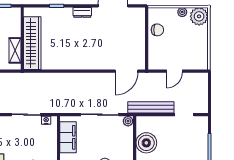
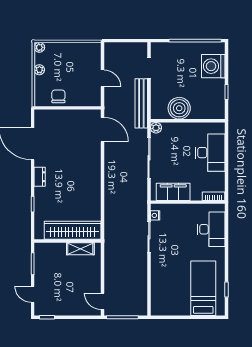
plant: (199, 16) -> (39, 47), width x0.53, depth x0.53

